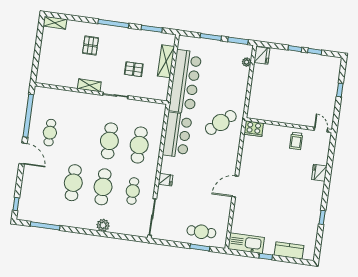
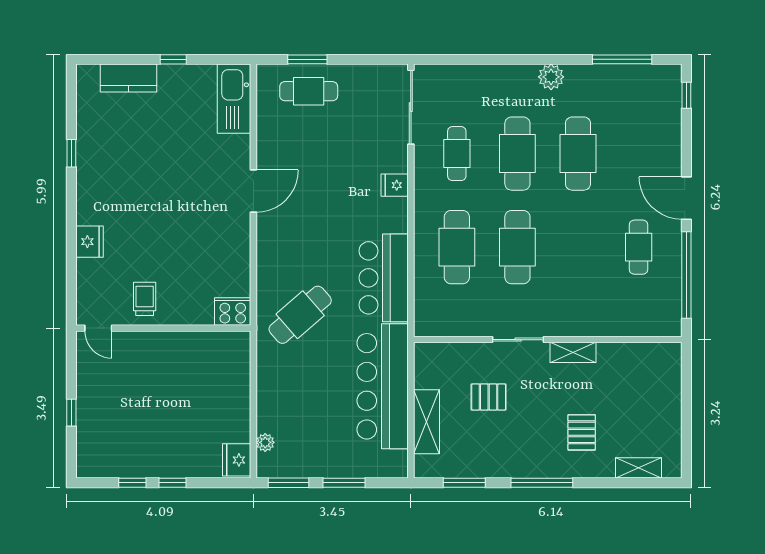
shelving: (55, 23) -> (638, 468), moved
plant: (103, 225) -> (551, 77), moved
kitchen sink: (246, 243) -> (234, 99), moved, turned 90

